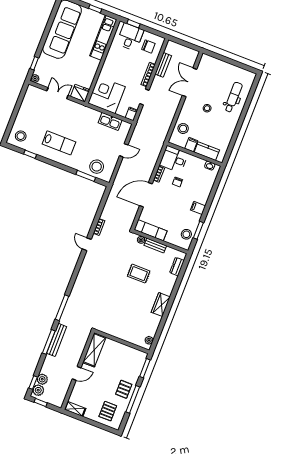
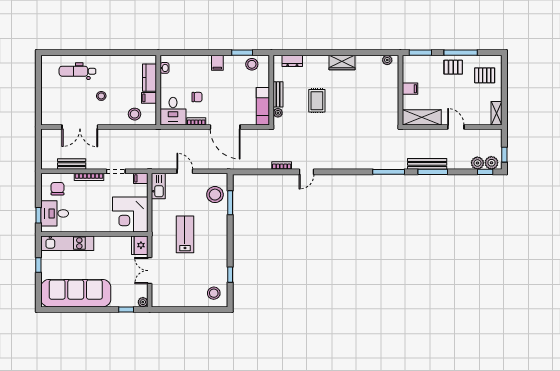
kitchen sink: (110, 121) -> (158, 186), moved
lab bench: (59, 143) -> (185, 234), moved
filing cabinet: (120, 349) -> (410, 89), added

